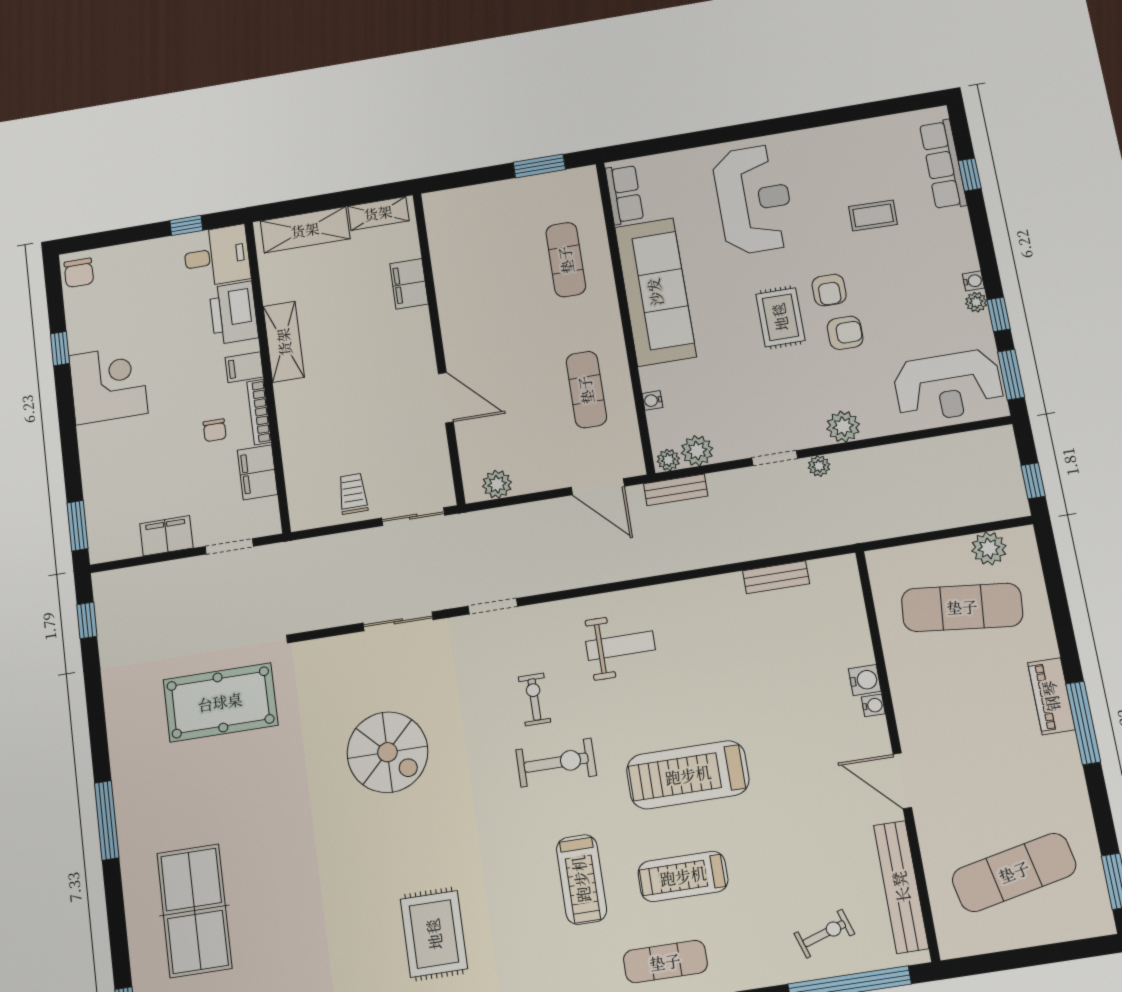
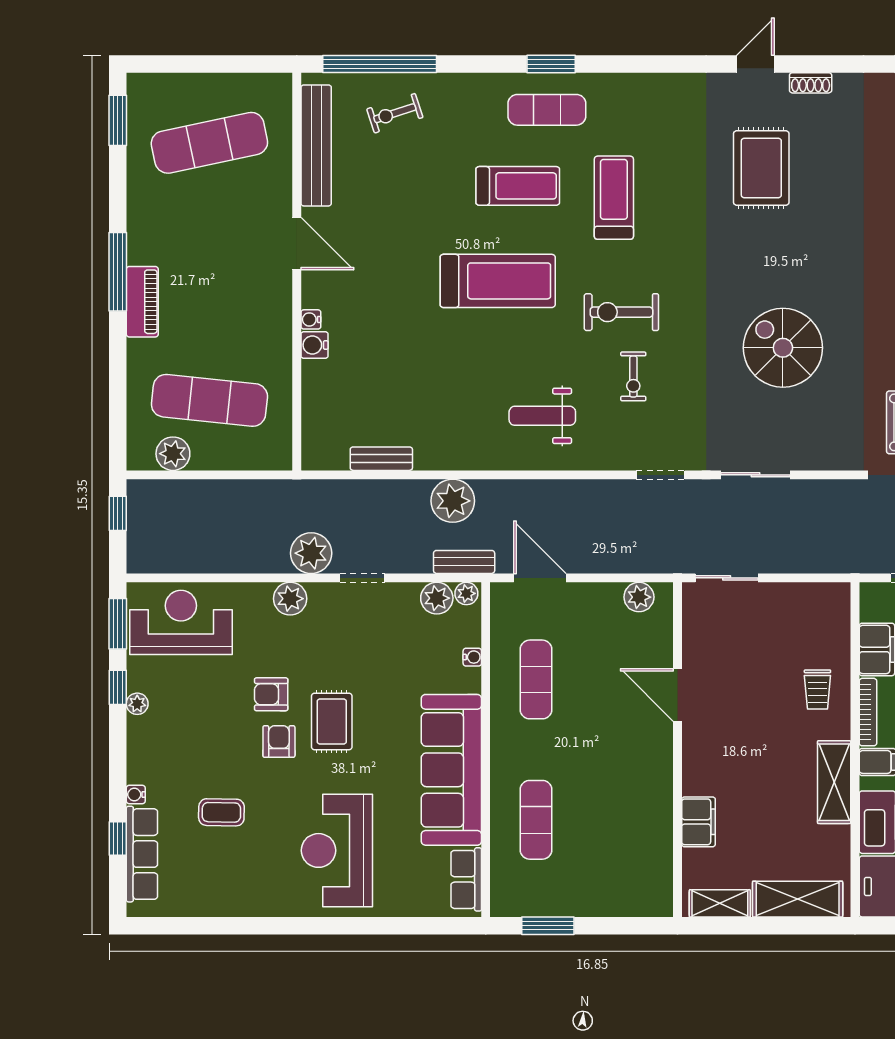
water cooler: (973, 281) -> (136, 794), moved
plant: (819, 466) -> (311, 553), width x1.87, depth x1.87
trolley: (353, 494) -> (817, 689), moved
plant: (697, 547) -> (453, 501), added

